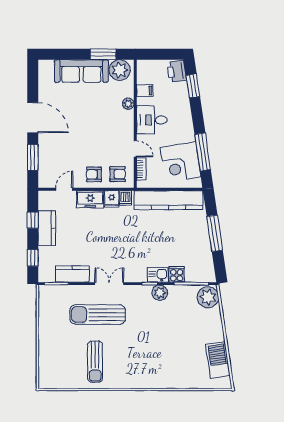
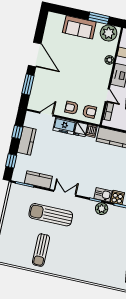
sofa: (81, 71) -> (79, 27), width x0.73

